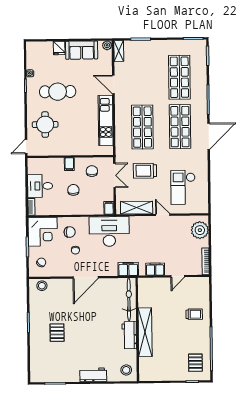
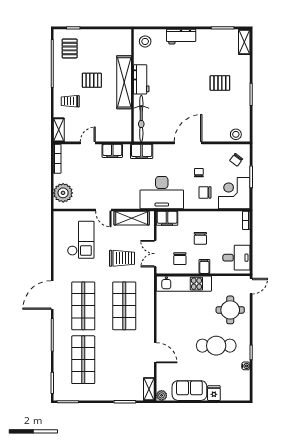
kitchen unit: (106, 120) -> (184, 284), moved, turned 90
desk: (40, 186) -> (236, 258), moved
filing cabinet: (109, 208) -> (167, 218), width x2.00
shelving: (204, 288) -> (59, 130), added
pallet: (57, 333) -> (220, 83), turned 90
pallet: (175, 334) -> (92, 80), added
shelving: (35, 371) -> (244, 42), added

